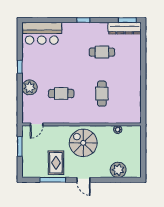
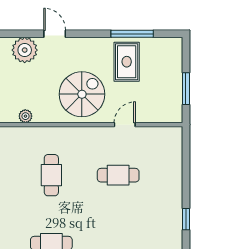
plant: (29, 87) -> (170, 185), removed
door: (37, 124) -> (125, 125), moved
spiral stairs: (83, 143) -> (82, 94), turned -90
door: (83, 180) -> (55, 34), moved

